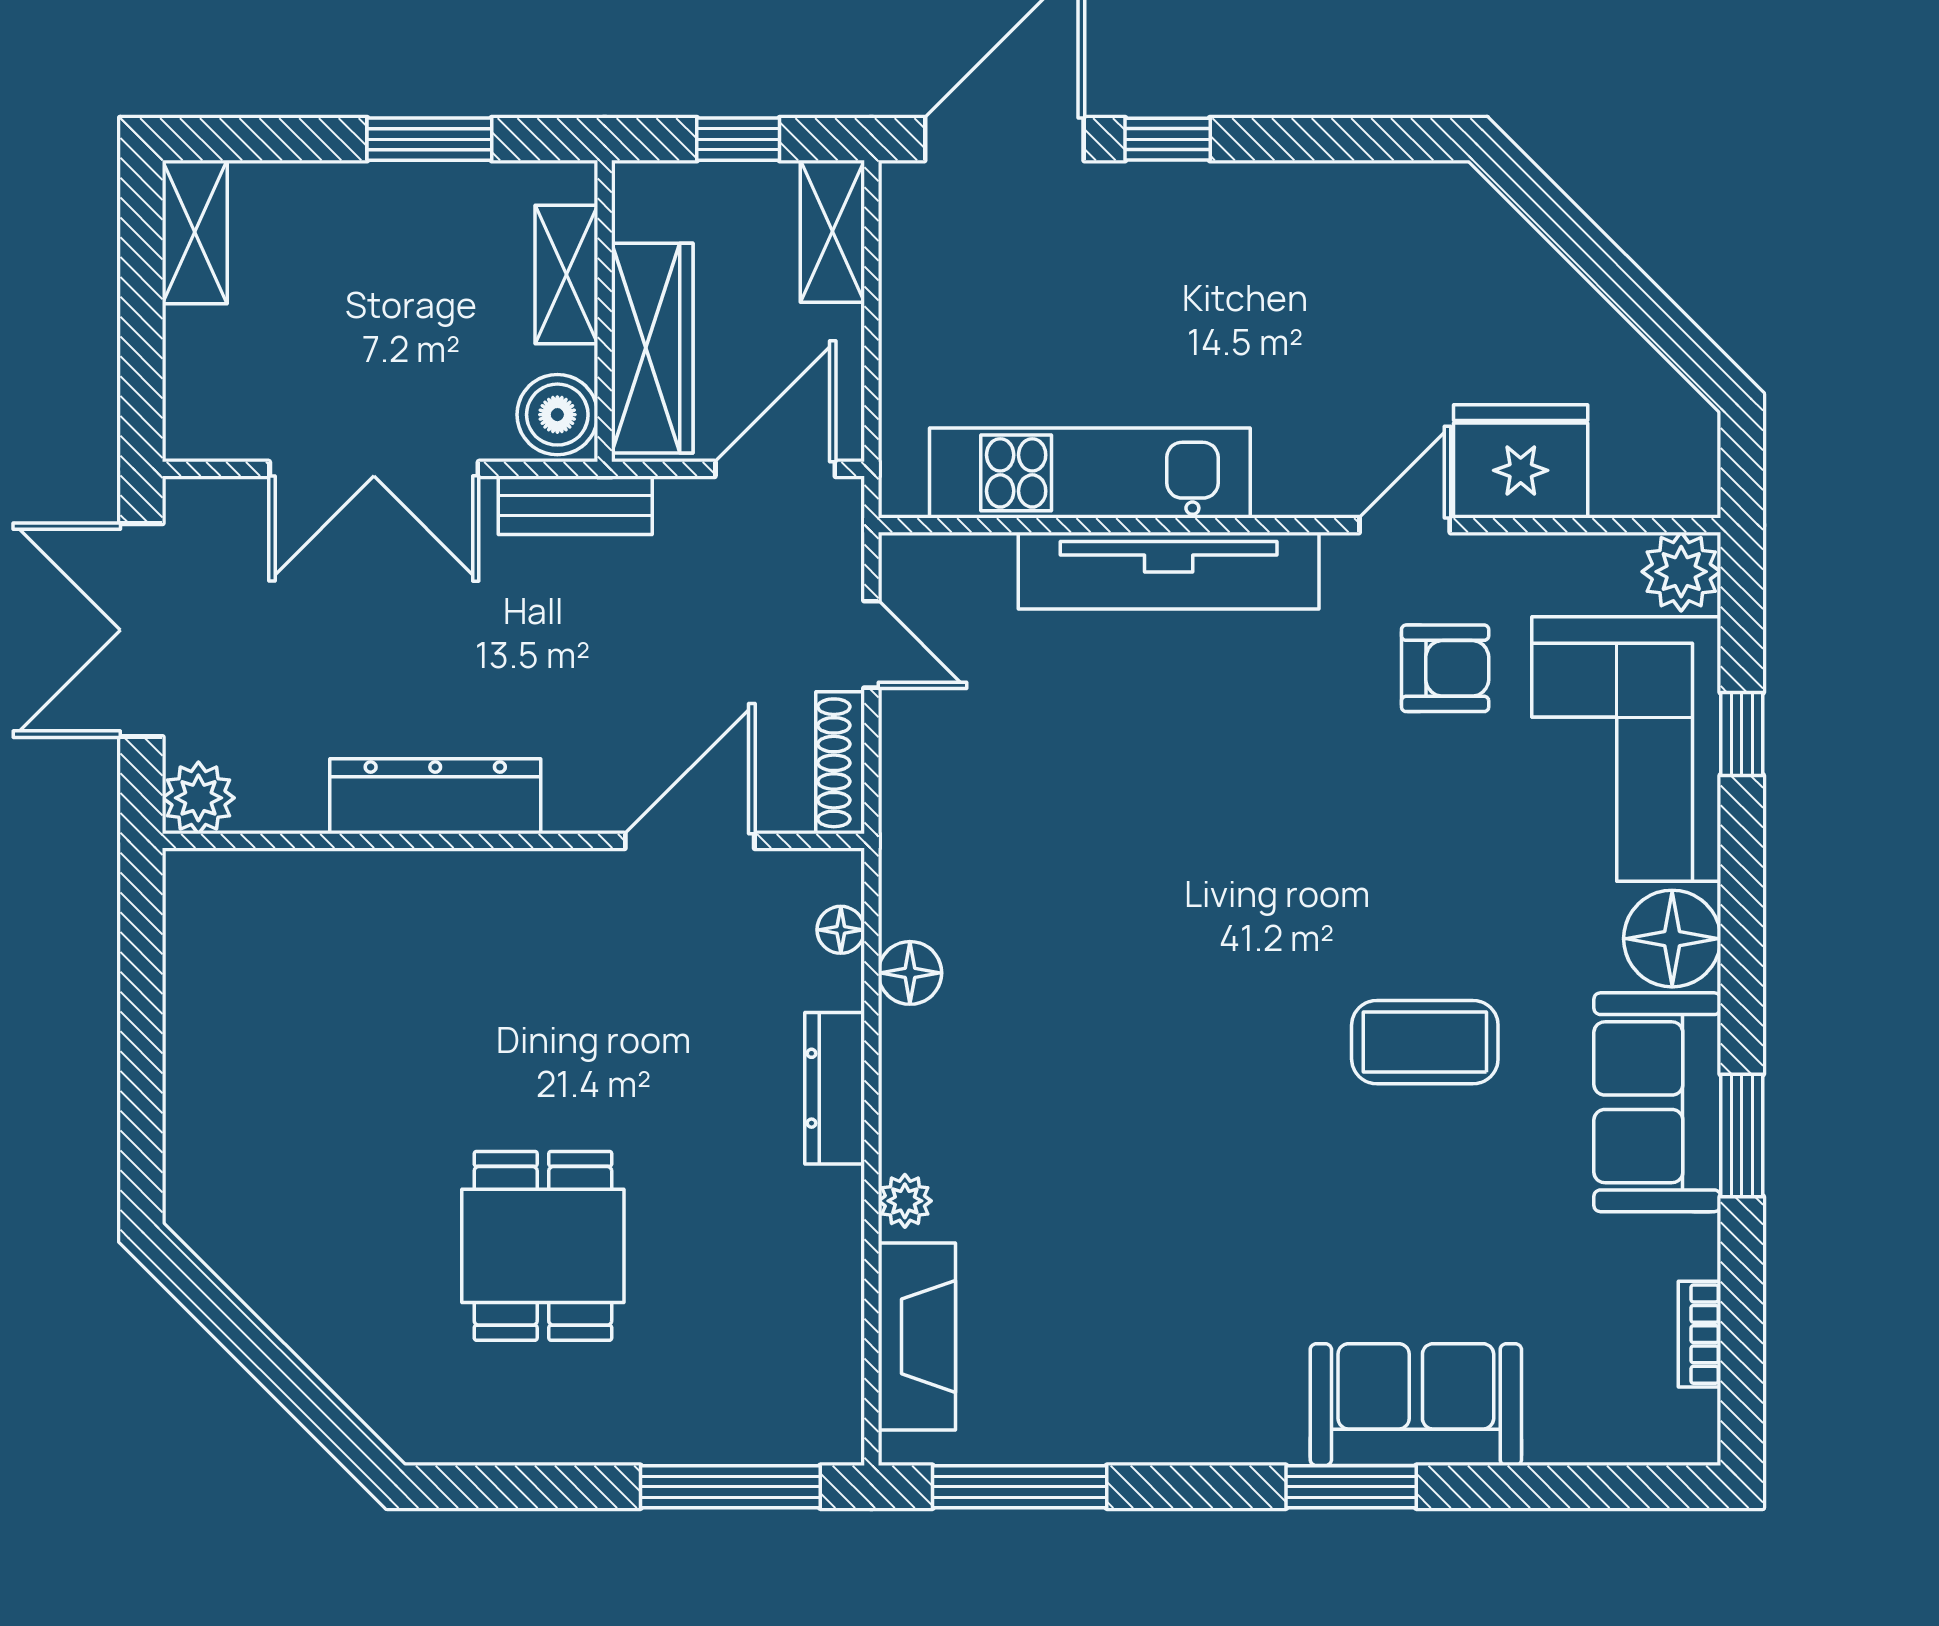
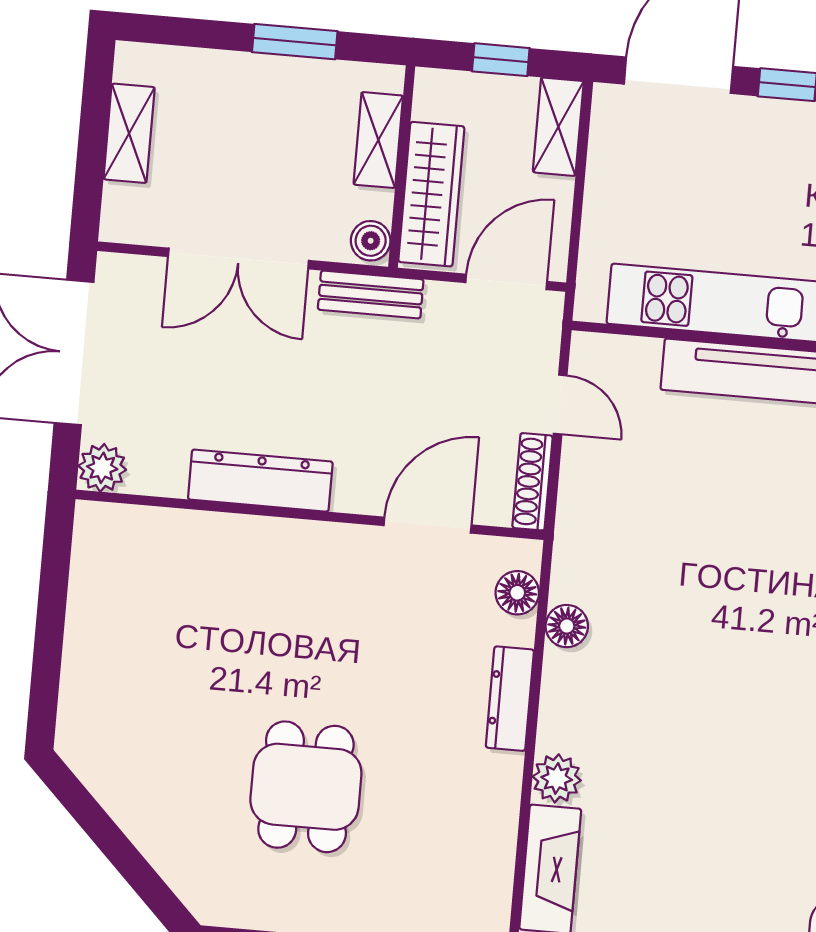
shelving: (195, 232) -> (129, 133), moved
boiler: (557, 415) -> (371, 241), width x0.73, depth x0.73
floor lamp: (841, 930) -> (517, 593), width x1.37, depth x1.37
plant: (905, 1201) -> (557, 778), width x1.38, depth x1.38

